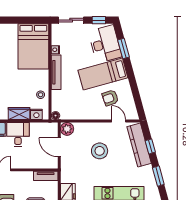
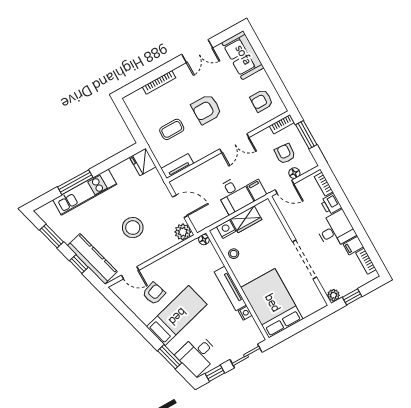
desk: (105, 44) -> (197, 355), width x0.73

